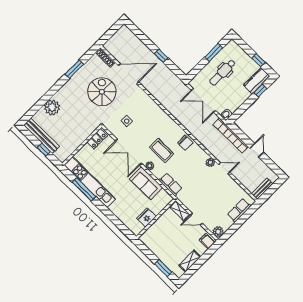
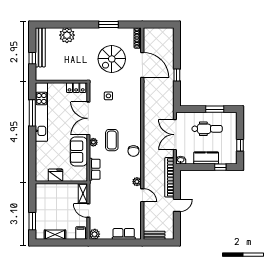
dental chair: (222, 73) -> (207, 129), turned 180
kitchen counter: (257, 81) -> (206, 158), moved
spiral stairs: (102, 92) -> (112, 59), turned 180

